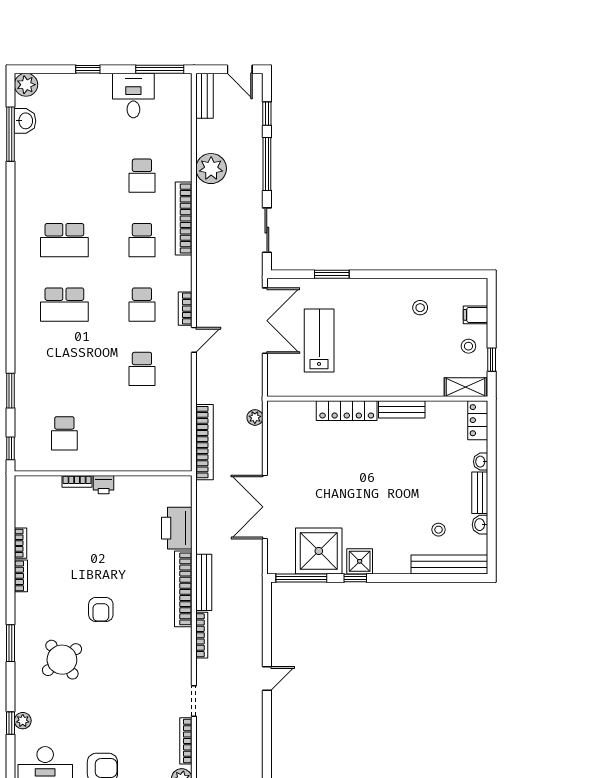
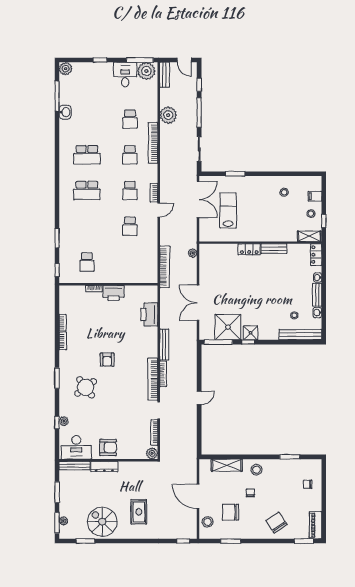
plant: (172, 89) -> (146, 71), added
washbasin: (25, 121) -> (65, 112), moved
locker: (347, 411) -> (249, 249), width x0.66
printer: (104, 485) -> (114, 293), width x1.87, depth x1.48
bookcase: (183, 589) -> (153, 379), moved

